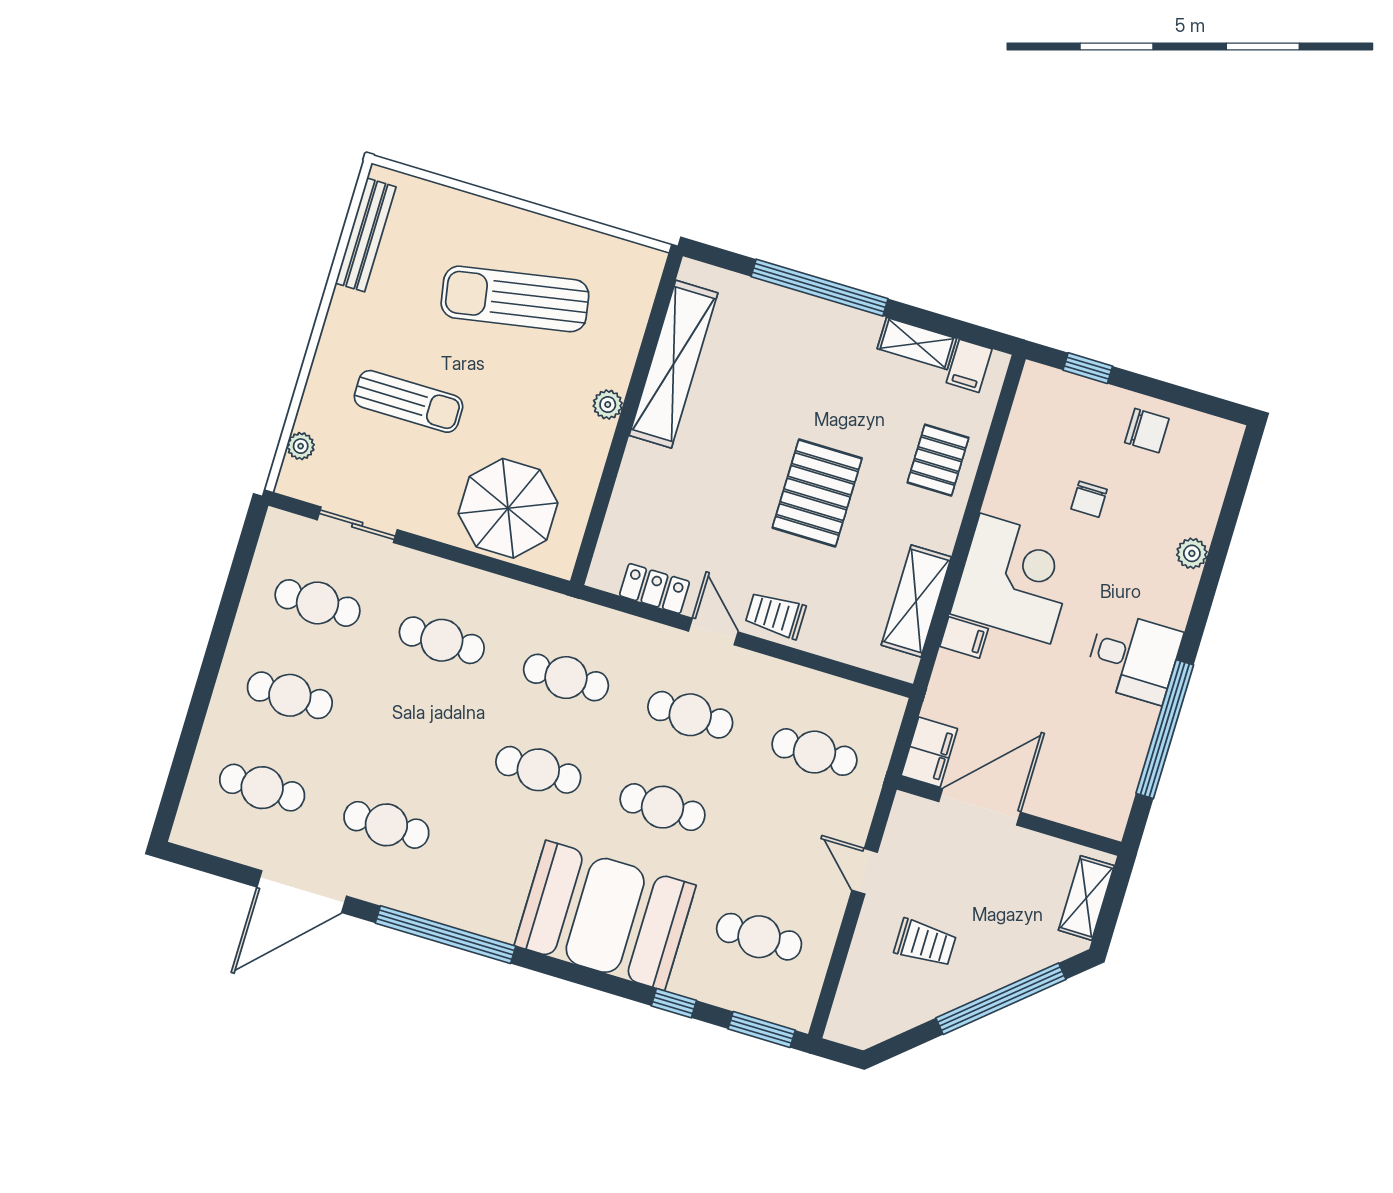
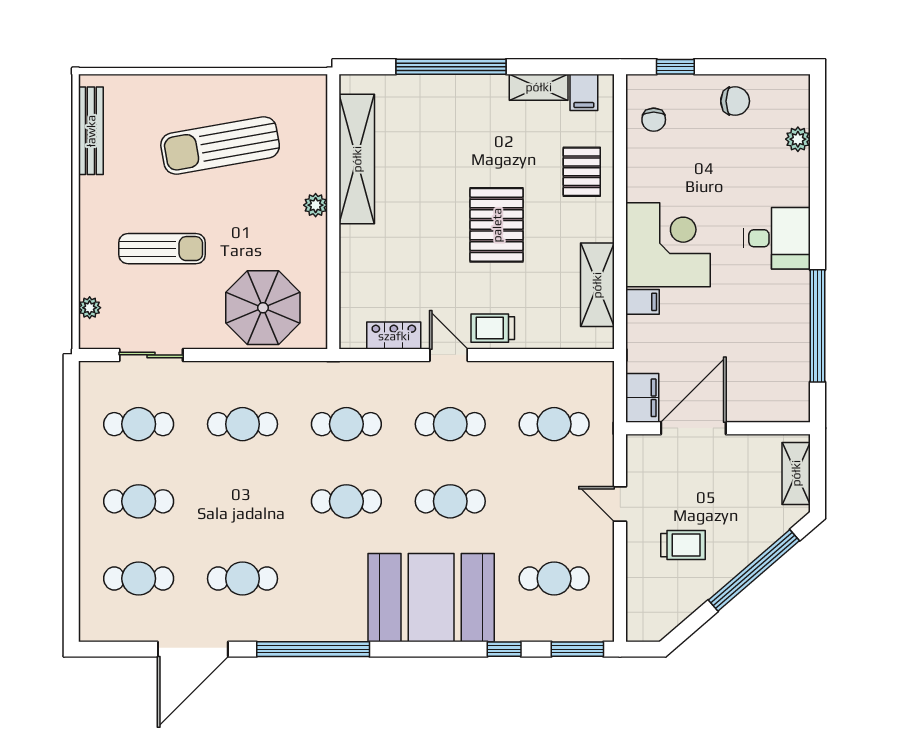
chair: (1089, 499) -> (654, 120), moved
plant: (1192, 553) -> (798, 139), moved
desk: (1133, 657) -> (777, 238), moved

